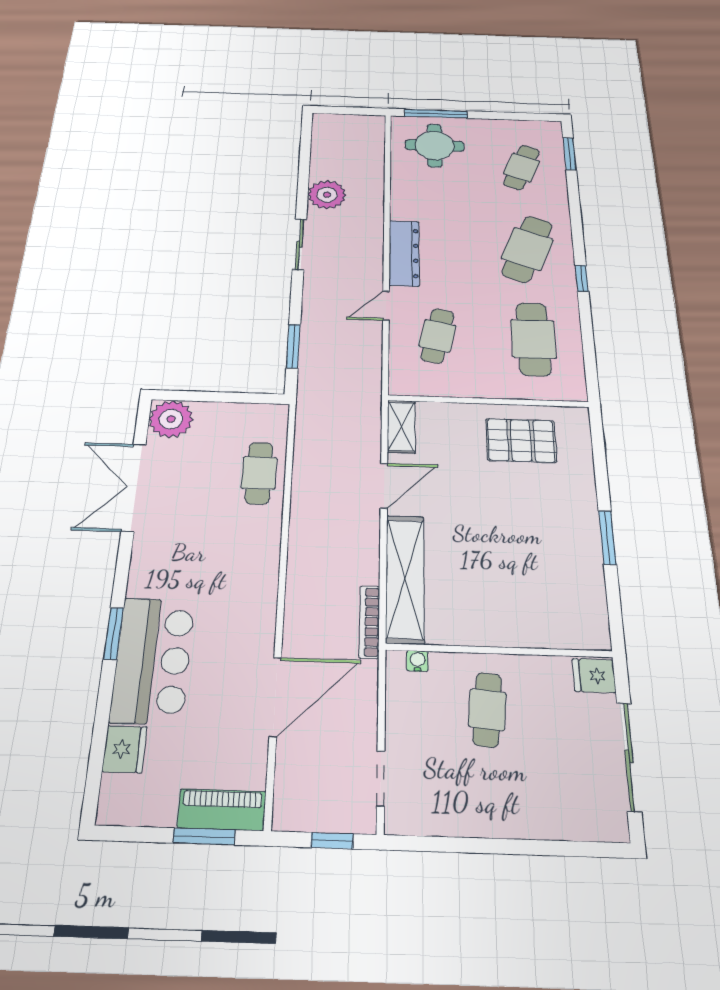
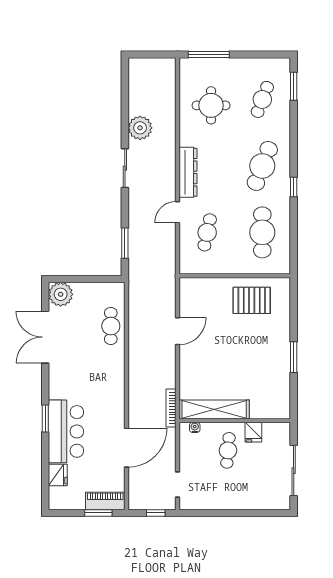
round table: (435, 146) -> (211, 105), moved
shelving: (401, 426) -> (187, 294), removed
shelving: (405, 578) -> (214, 409), moved, turned 90
fridge: (594, 676) -> (253, 432), moved, turned -90

